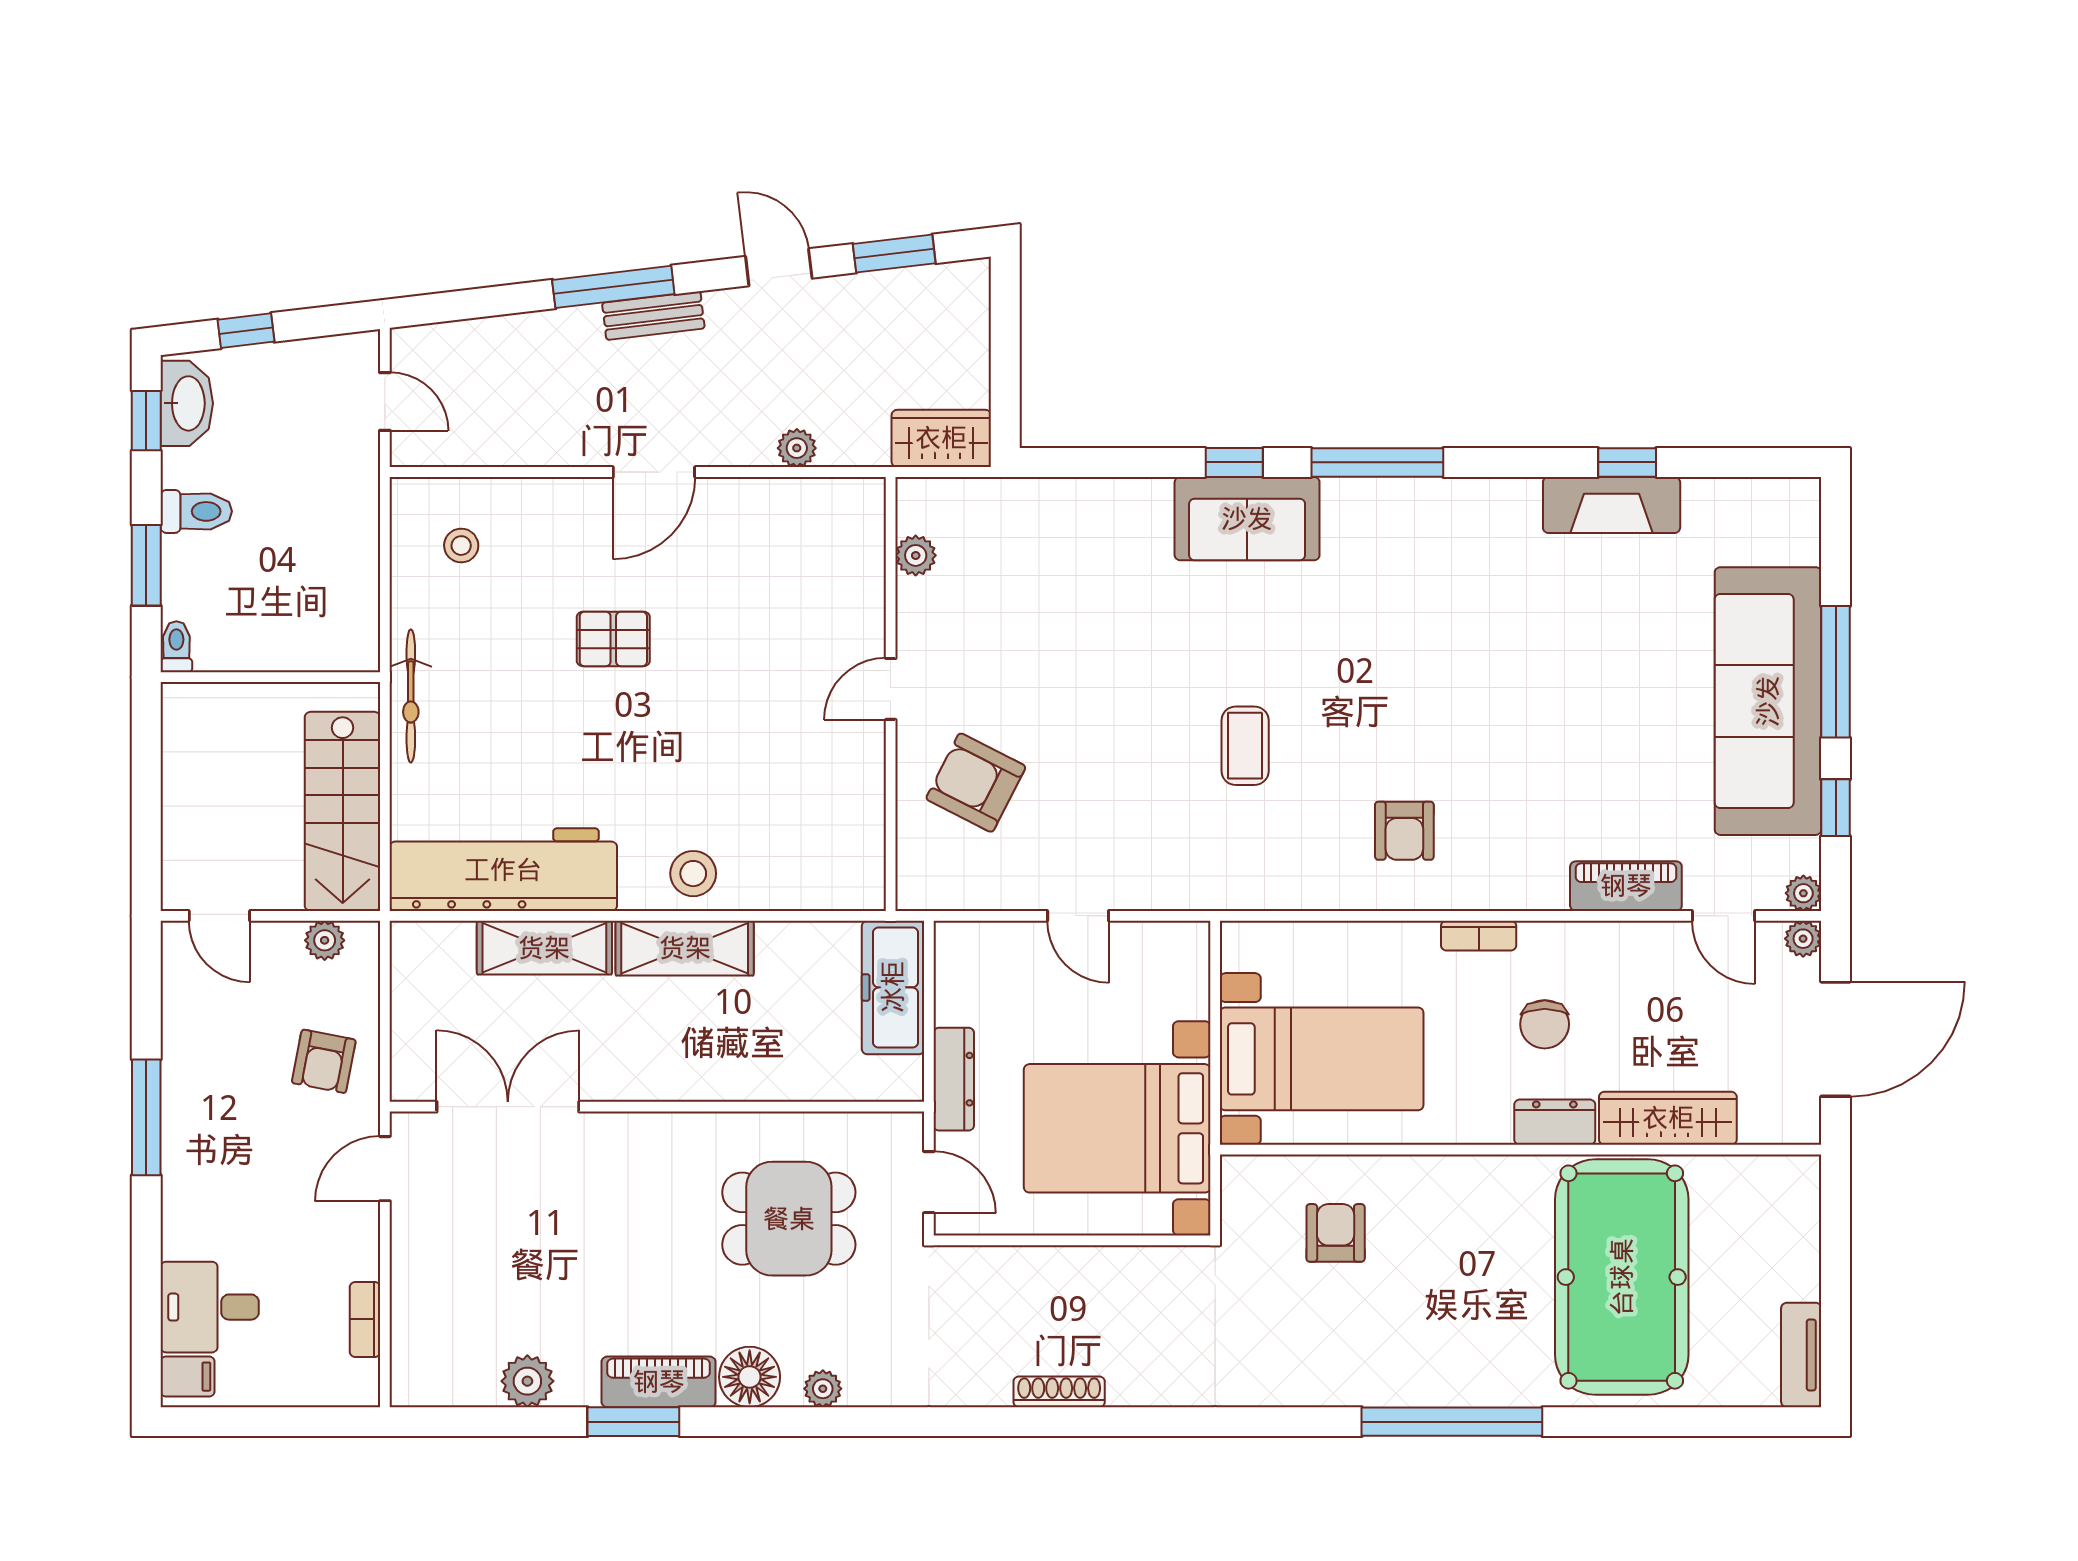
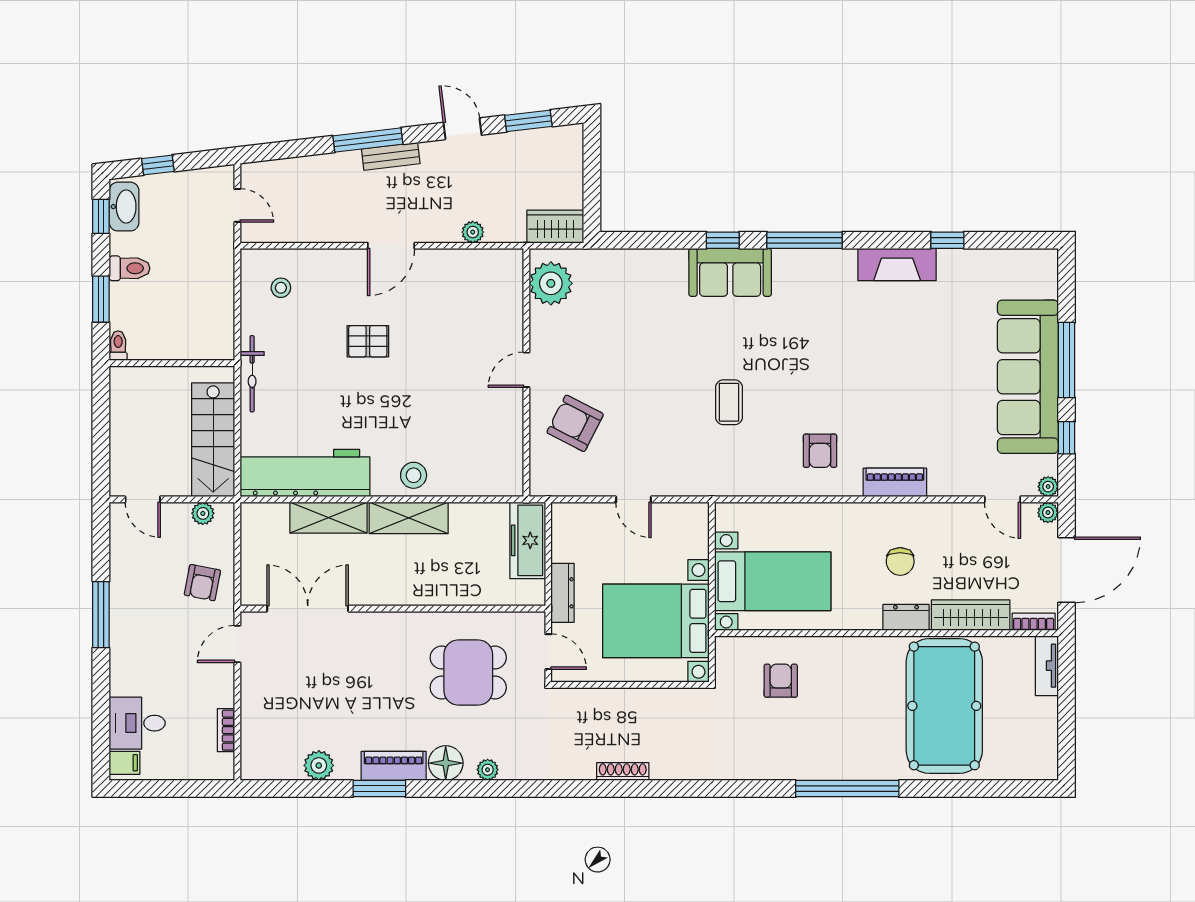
fireplace: (1612, 505) -> (897, 265), moved
plant: (916, 555) -> (551, 283), width x1.87, depth x1.87
piano: (1626, 886) -> (895, 482), moved
bookcase: (1479, 936) -> (1034, 622), moved, turned 180
tv unit: (1801, 1355) -> (1047, 666), moved

